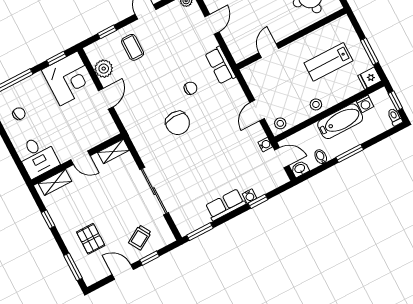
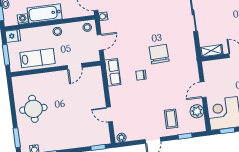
door: (212, 24) -> (109, 114), hinge flipped
wall: (291, 39) -> (56, 69), moved
door: (269, 51) -> (75, 66), moved
row of seats: (220, 65) -> (113, 72), moved

